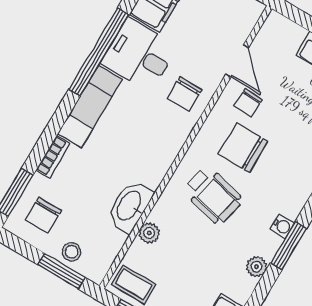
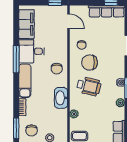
window: (99, 52) -> (16, 59), width x0.68
door: (237, 61) -> (69, 21), moved
chair: (185, 94) -> (57, 69), moved
washbasin: (130, 206) -> (61, 98), moved

